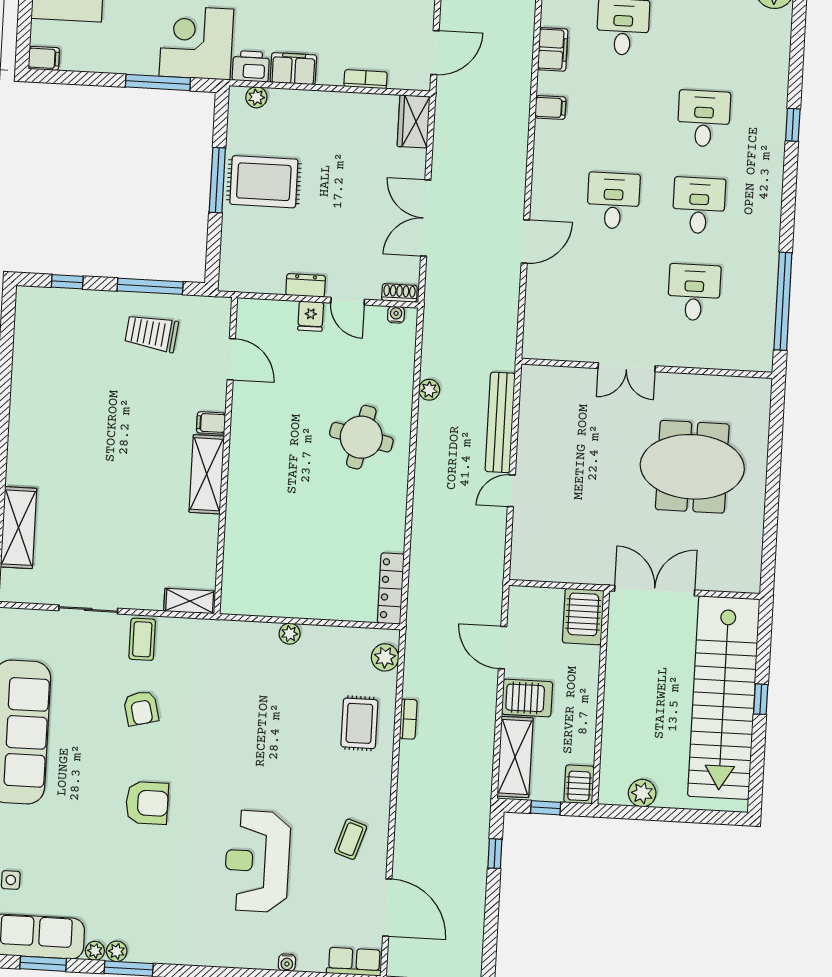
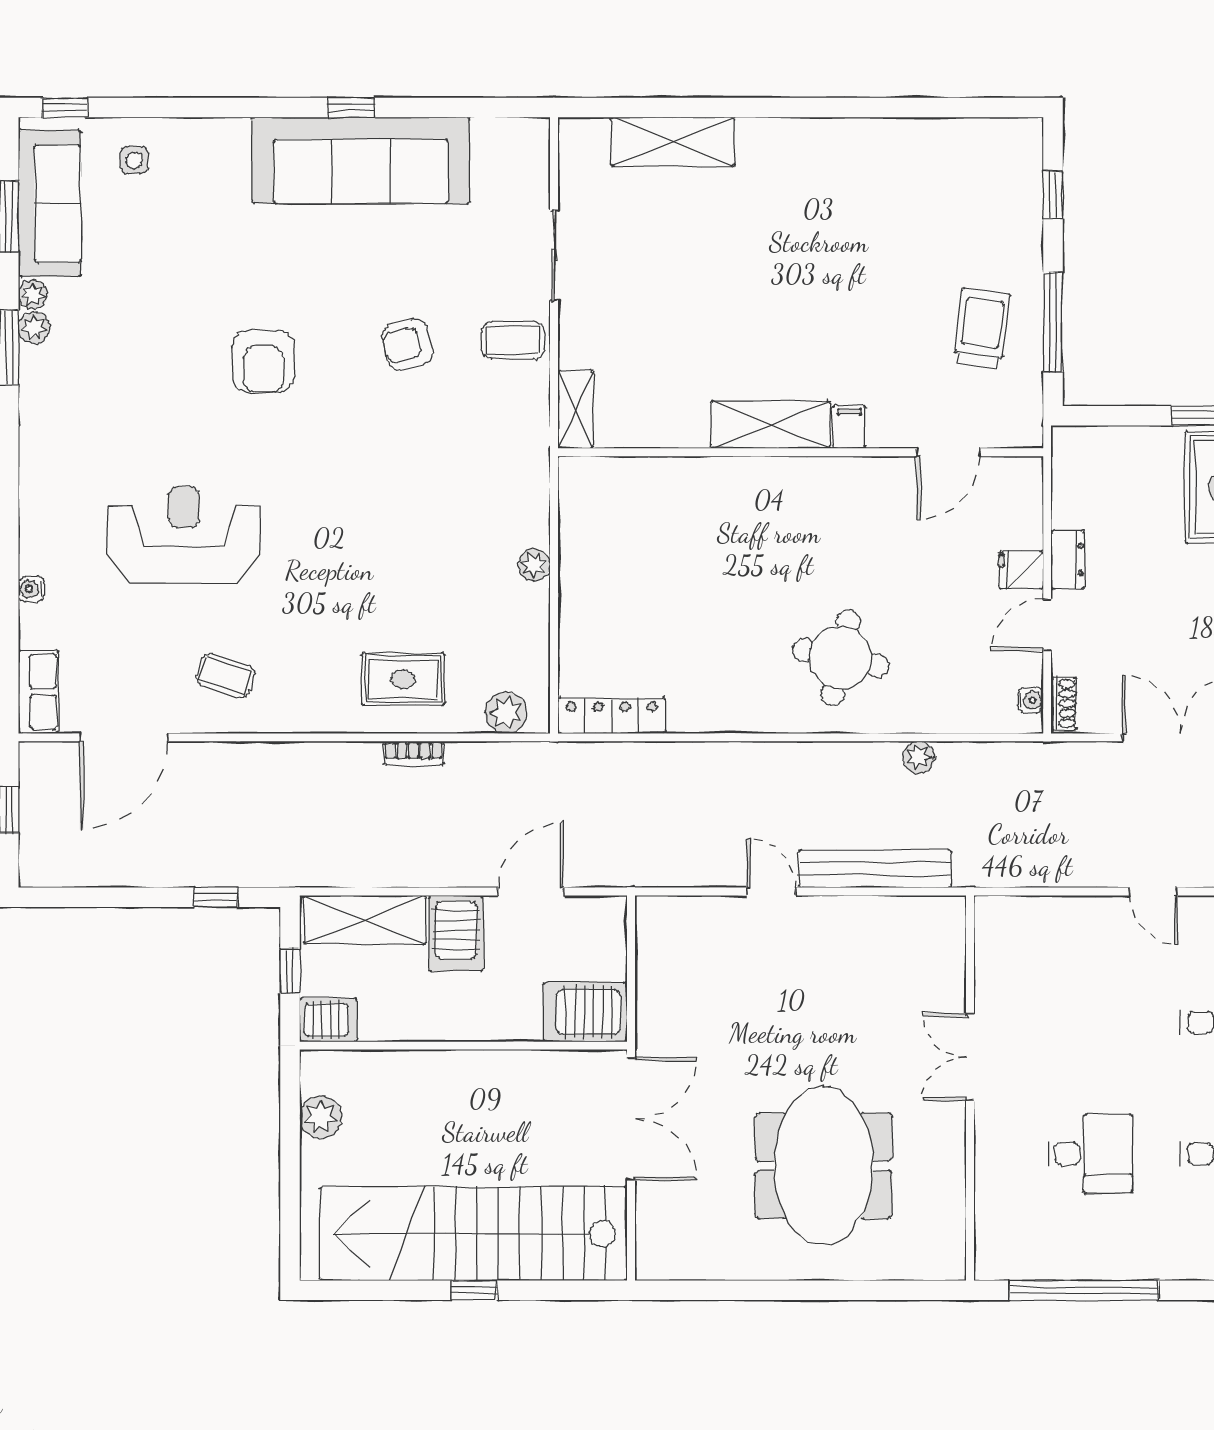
door: (525, 242) -> (1153, 892), width x0.73

